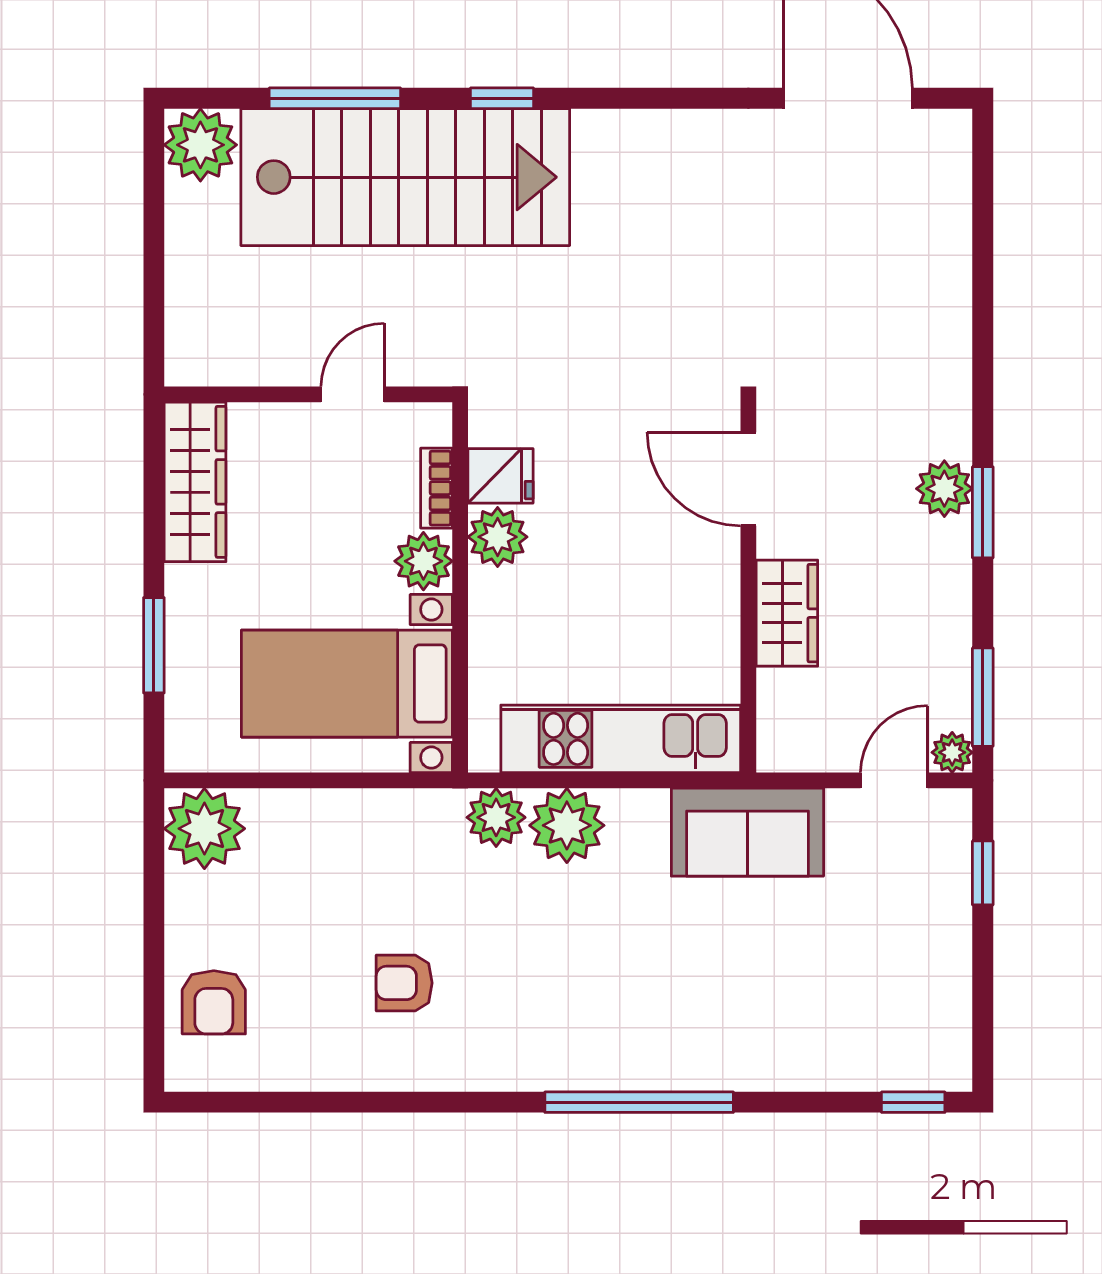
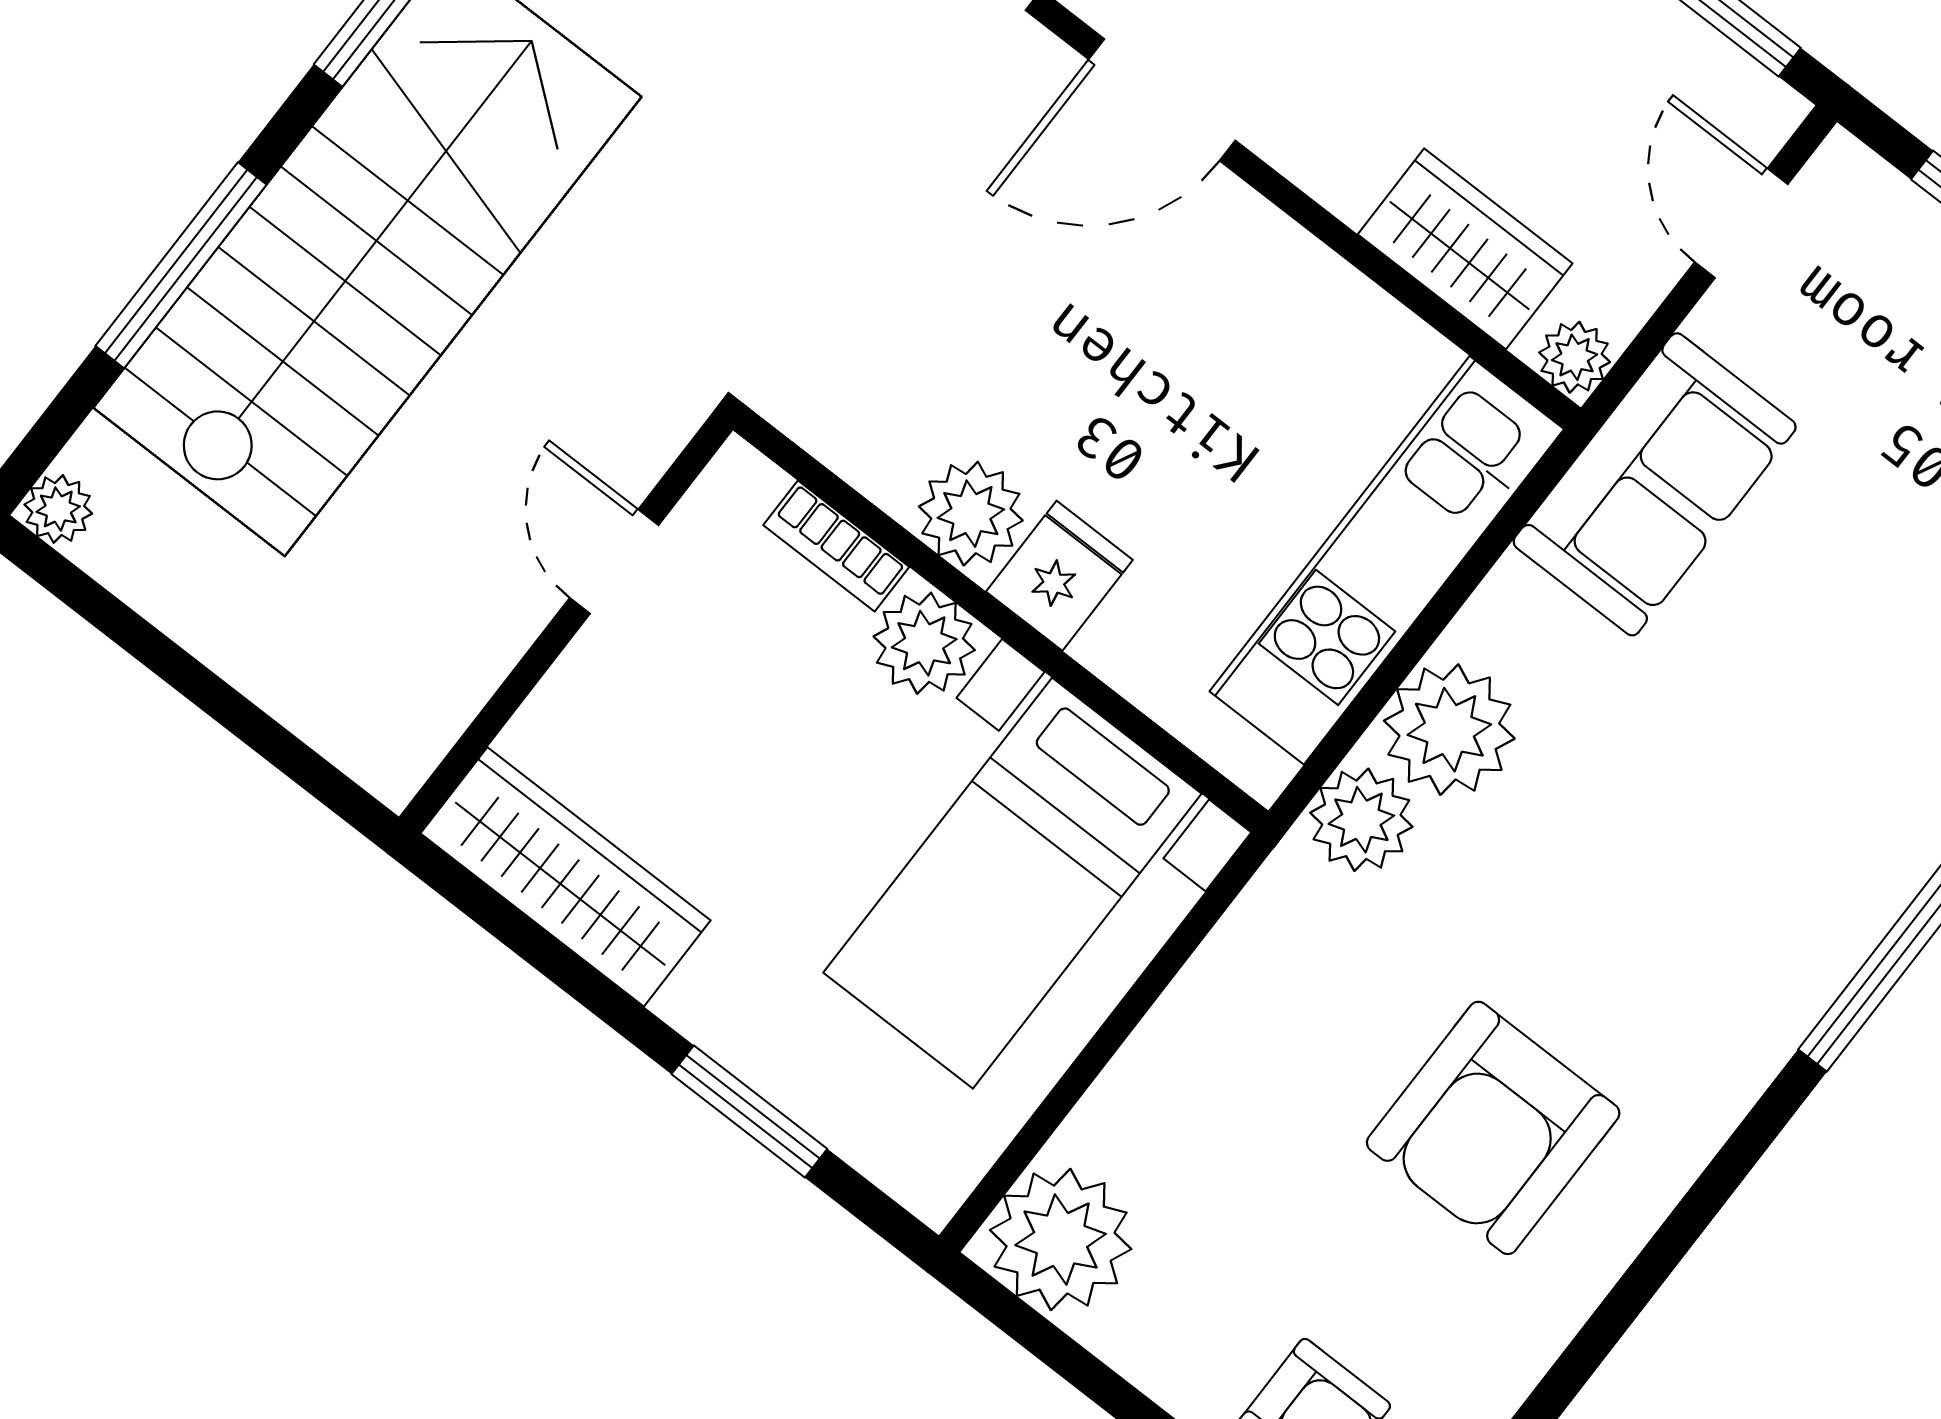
plant: (200, 145) -> (58, 509), width x0.53, depth x0.53
fridge: (500, 476) -> (1059, 576), moved
wardrobe: (787, 613) -> (1465, 249), moved
plant: (952, 752) -> (1575, 357), moved
armchair: (404, 983) -> (1493, 1128), width x1.88, depth x1.88

